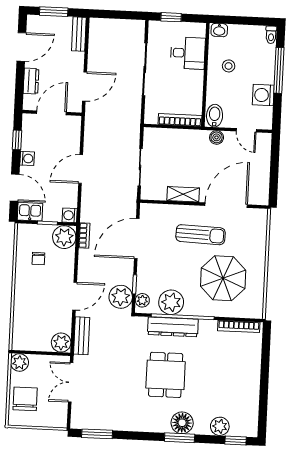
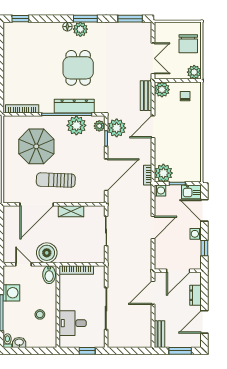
washbasin: (219, 30) -> (19, 342), moved
boiler: (217, 137) -> (47, 253), width x1.86, depth x1.86
chair: (38, 259) -> (185, 96), moved
floor lamp: (182, 423) -> (67, 27), width x0.53, depth x0.53
plant: (220, 426) -> (80, 29), moved
window: (180, 438) -> (85, 19), moved

